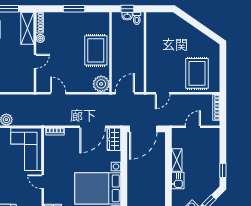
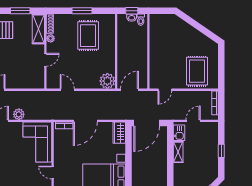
rug: (96, 50) -> (88, 36), moved
door: (93, 127) -> (85, 121), moved
window: (223, 170) -> (221, 151), moved
kitchen sink: (178, 181) -> (179, 133), moved

